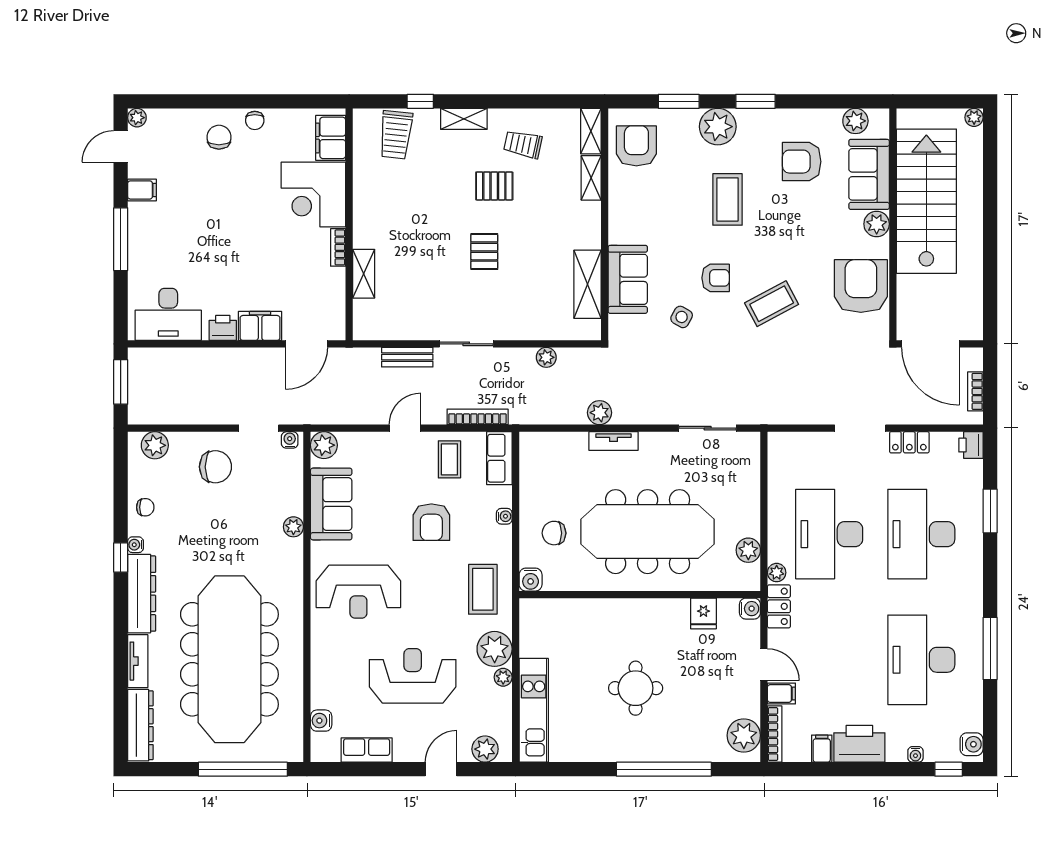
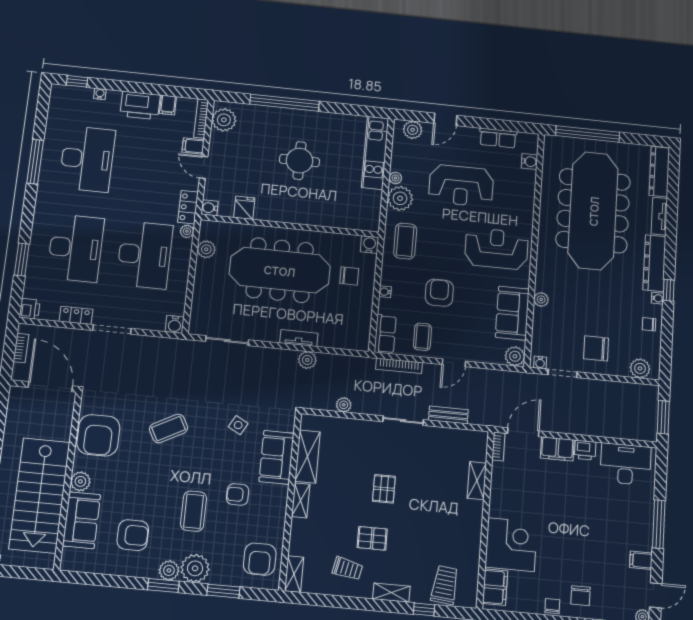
plant: (855, 121) -> (169, 570), moved
shelving: (591, 178) -> (301, 500), moved
bookcase: (338, 247) -> (498, 446), moved
armchair: (716, 278) -> (238, 494), moved
water cooler: (972, 744) -> (175, 324), moved, turned -90

